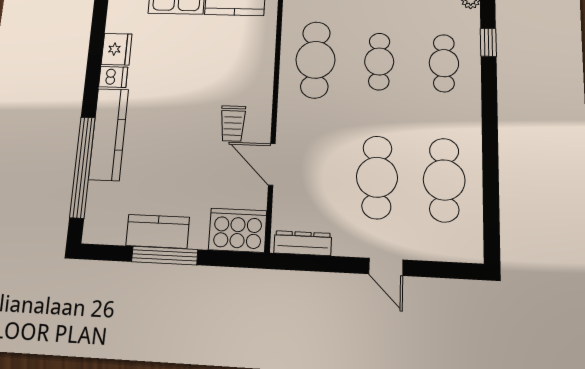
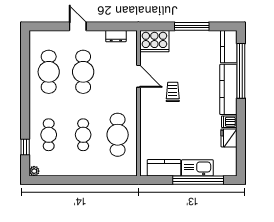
trolley: (233, 123) -> (173, 92), moved
kitchen counter: (158, 231) -> (229, 47), moved, turned 90
dresser: (303, 243) -> (116, 36), width x0.70

